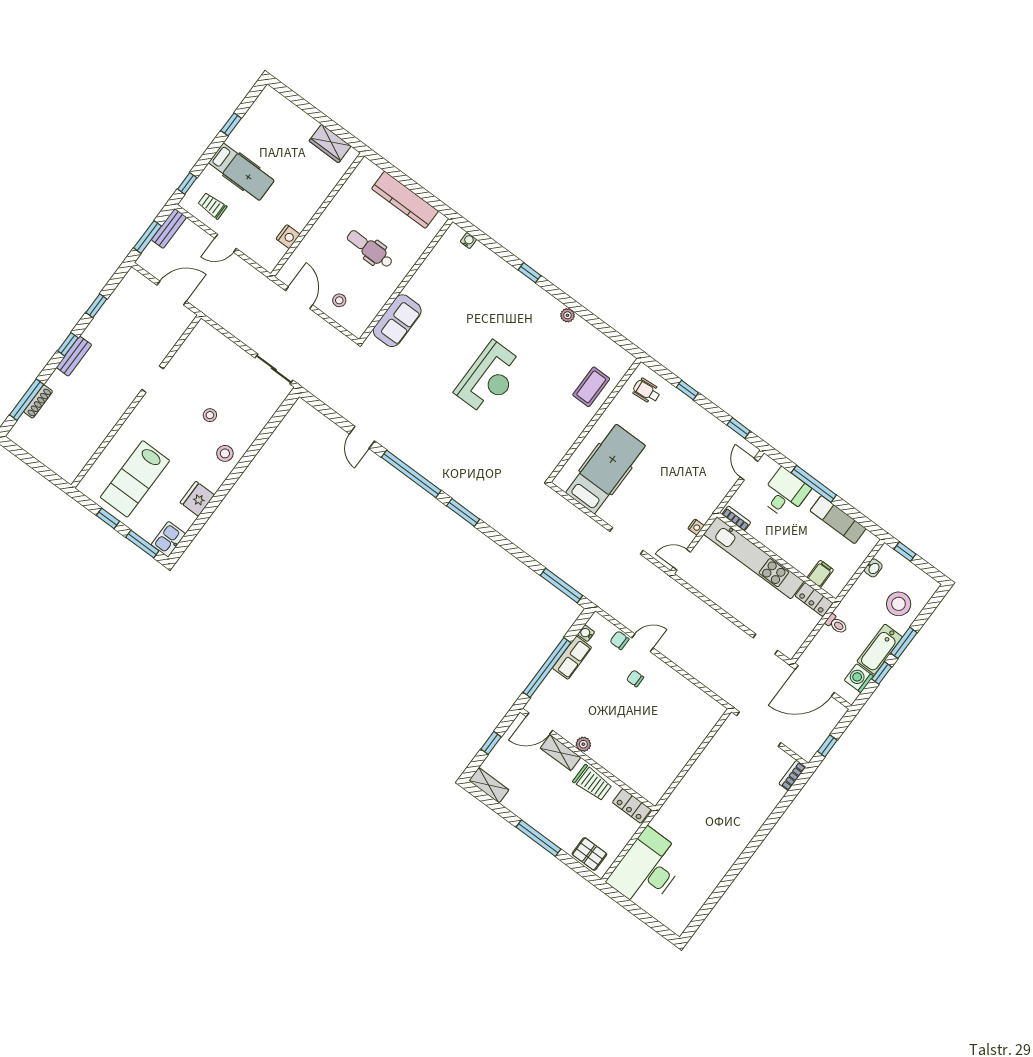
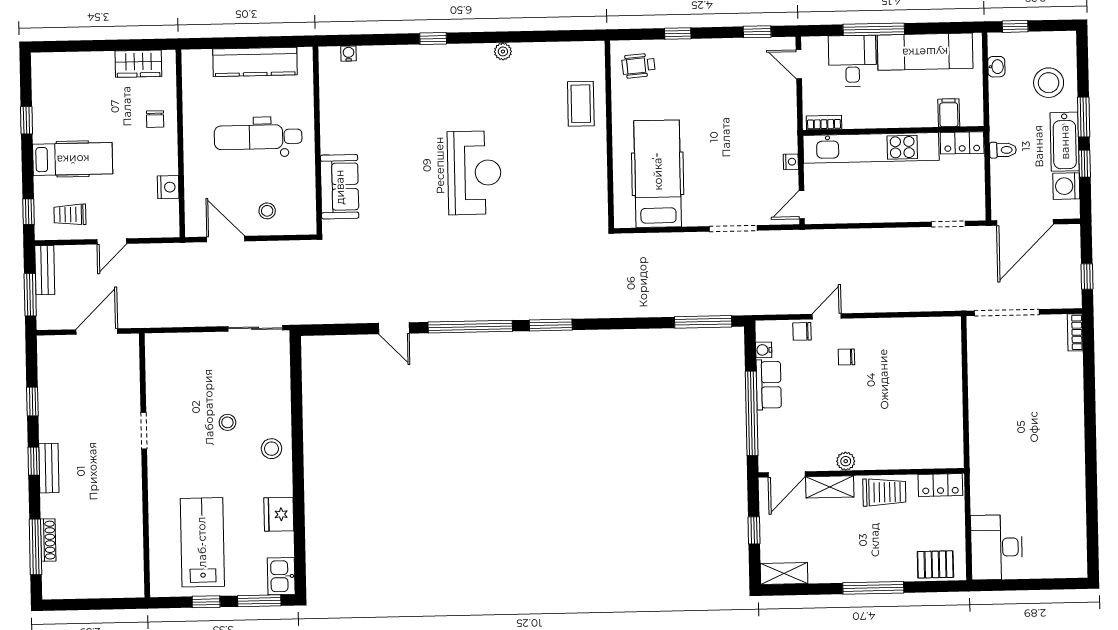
chair: (313, 187) -> (155, 119), added
dental chair: (370, 249) -> (258, 137), width x1.36, depth x1.38
lab bench: (135, 479) -> (202, 542), turned 180
exam couch: (838, 520) -> (925, 52), width x1.36, depth x1.45
desk: (647, 869) -> (997, 547), width x0.73, depth x0.77

